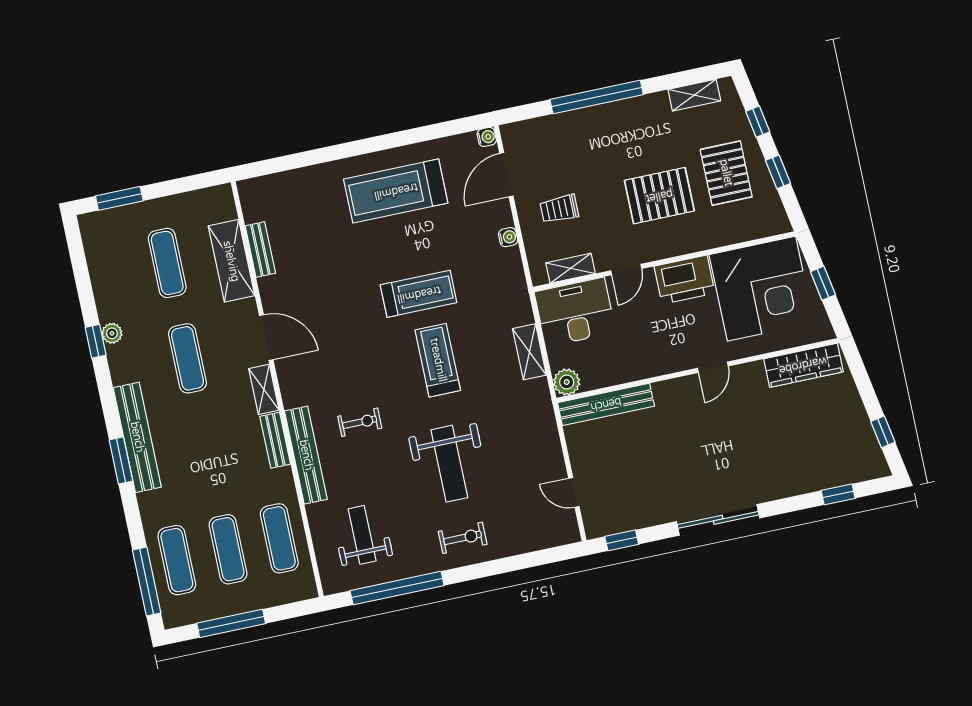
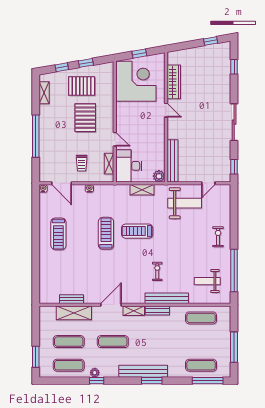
treadmill: (396, 191) -> (58, 234), width x0.73, depth x0.73
printer: (685, 280) -> (125, 114), removed
wardrobe: (803, 365) -> (174, 82), moved
weight bench: (449, 464) -> (185, 203), moved
exercise mat: (228, 549) -> (69, 365), moved

